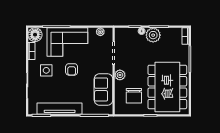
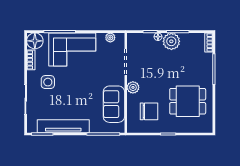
armchair: (72, 69) -> (77, 81), removed
dining table: (167, 87) -> (188, 101), width x0.53, depth x0.80
chair: (134, 96) -> (149, 111), turned -90

